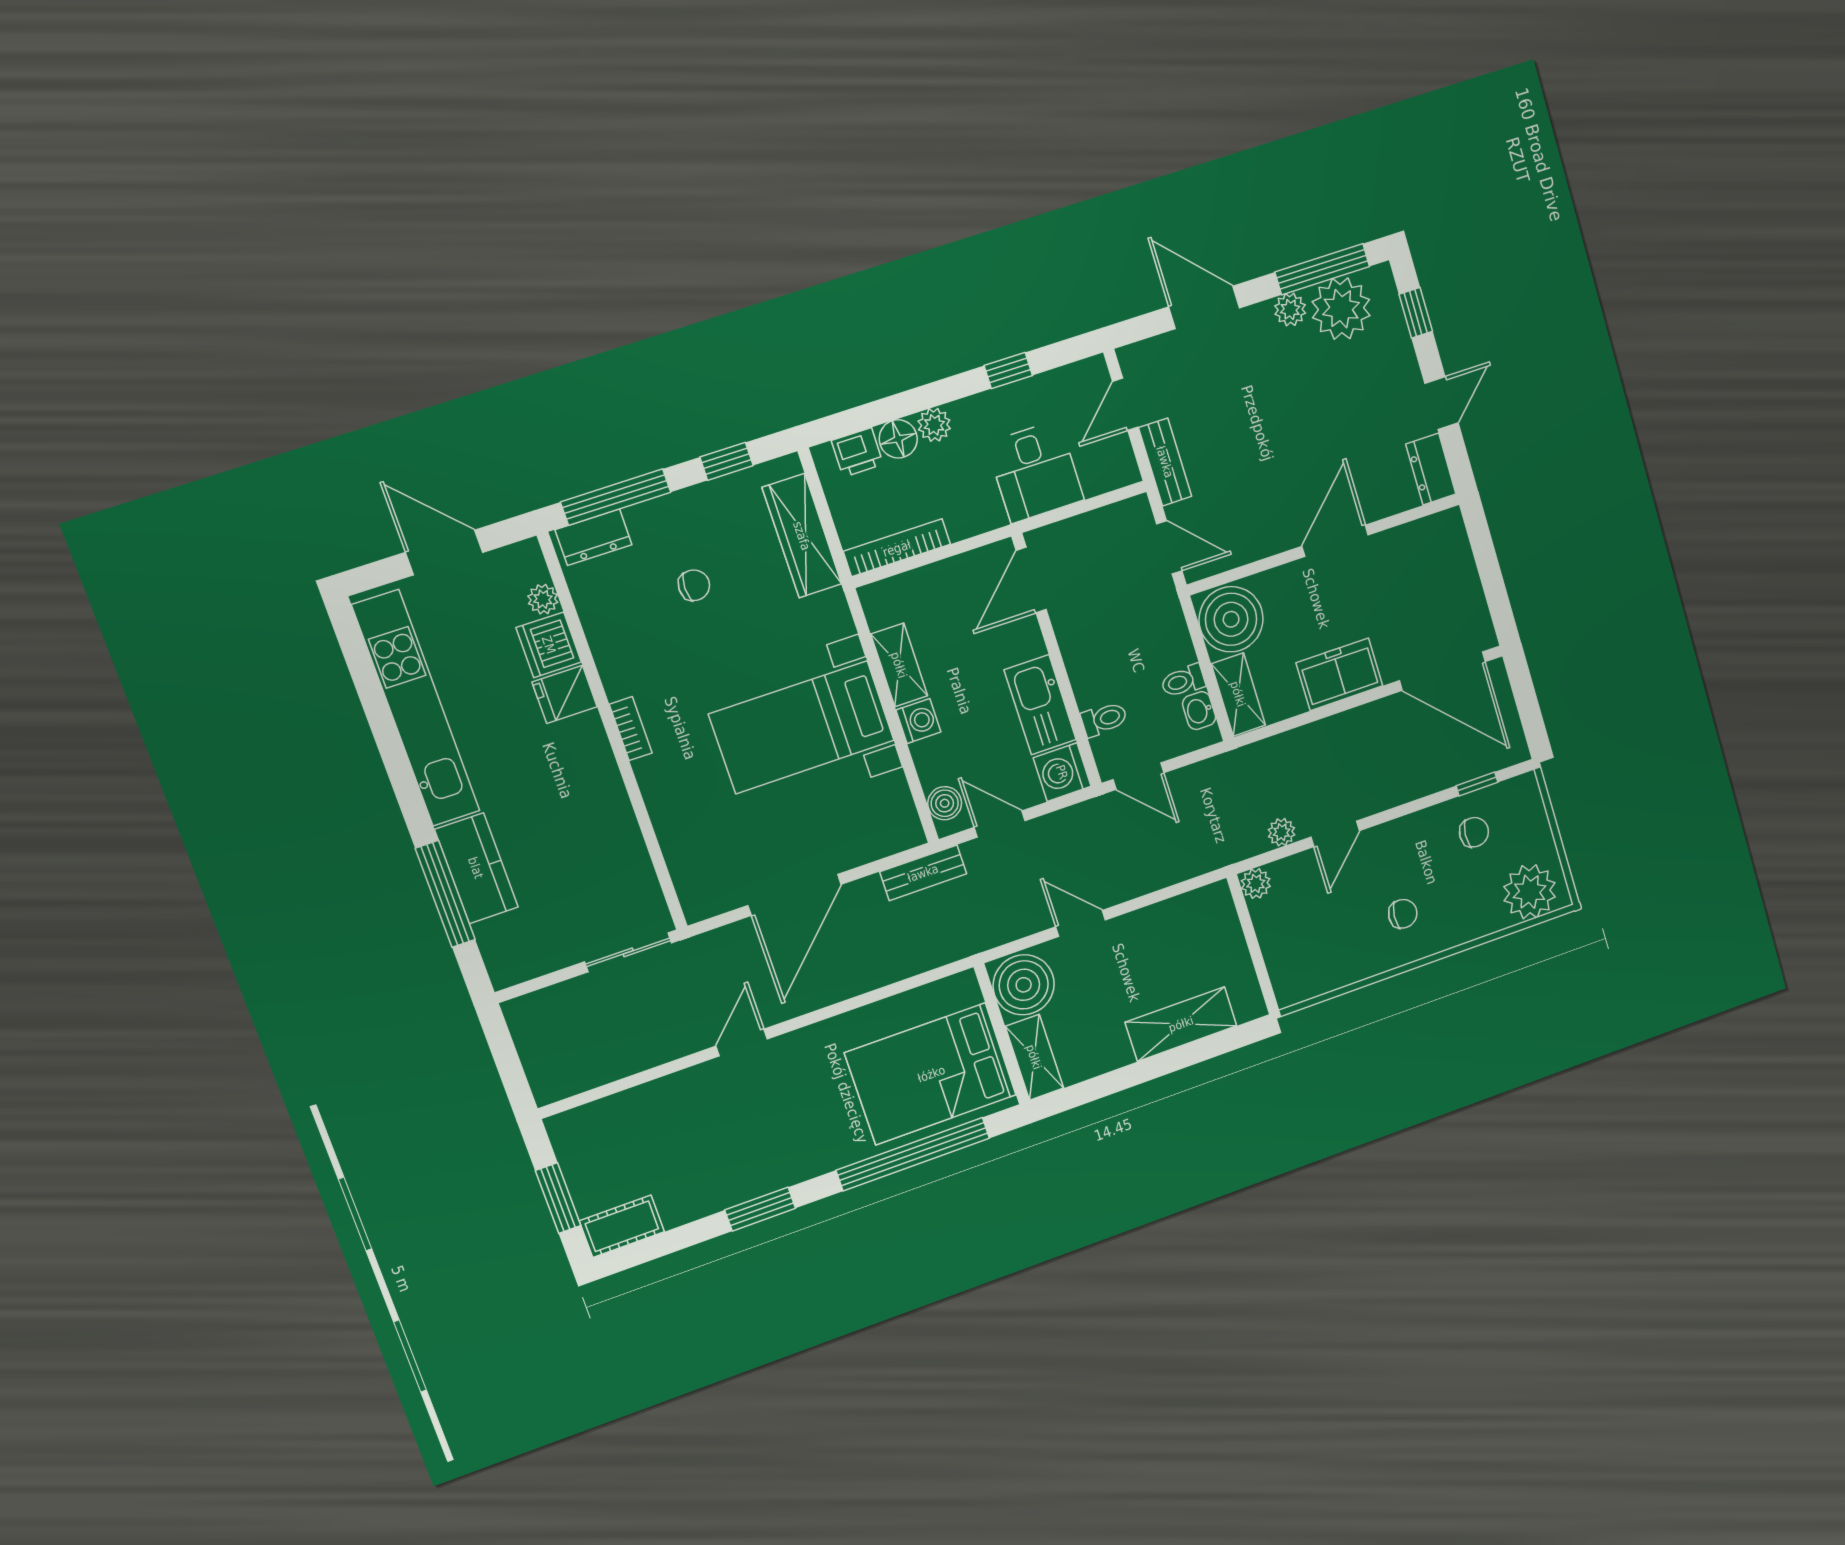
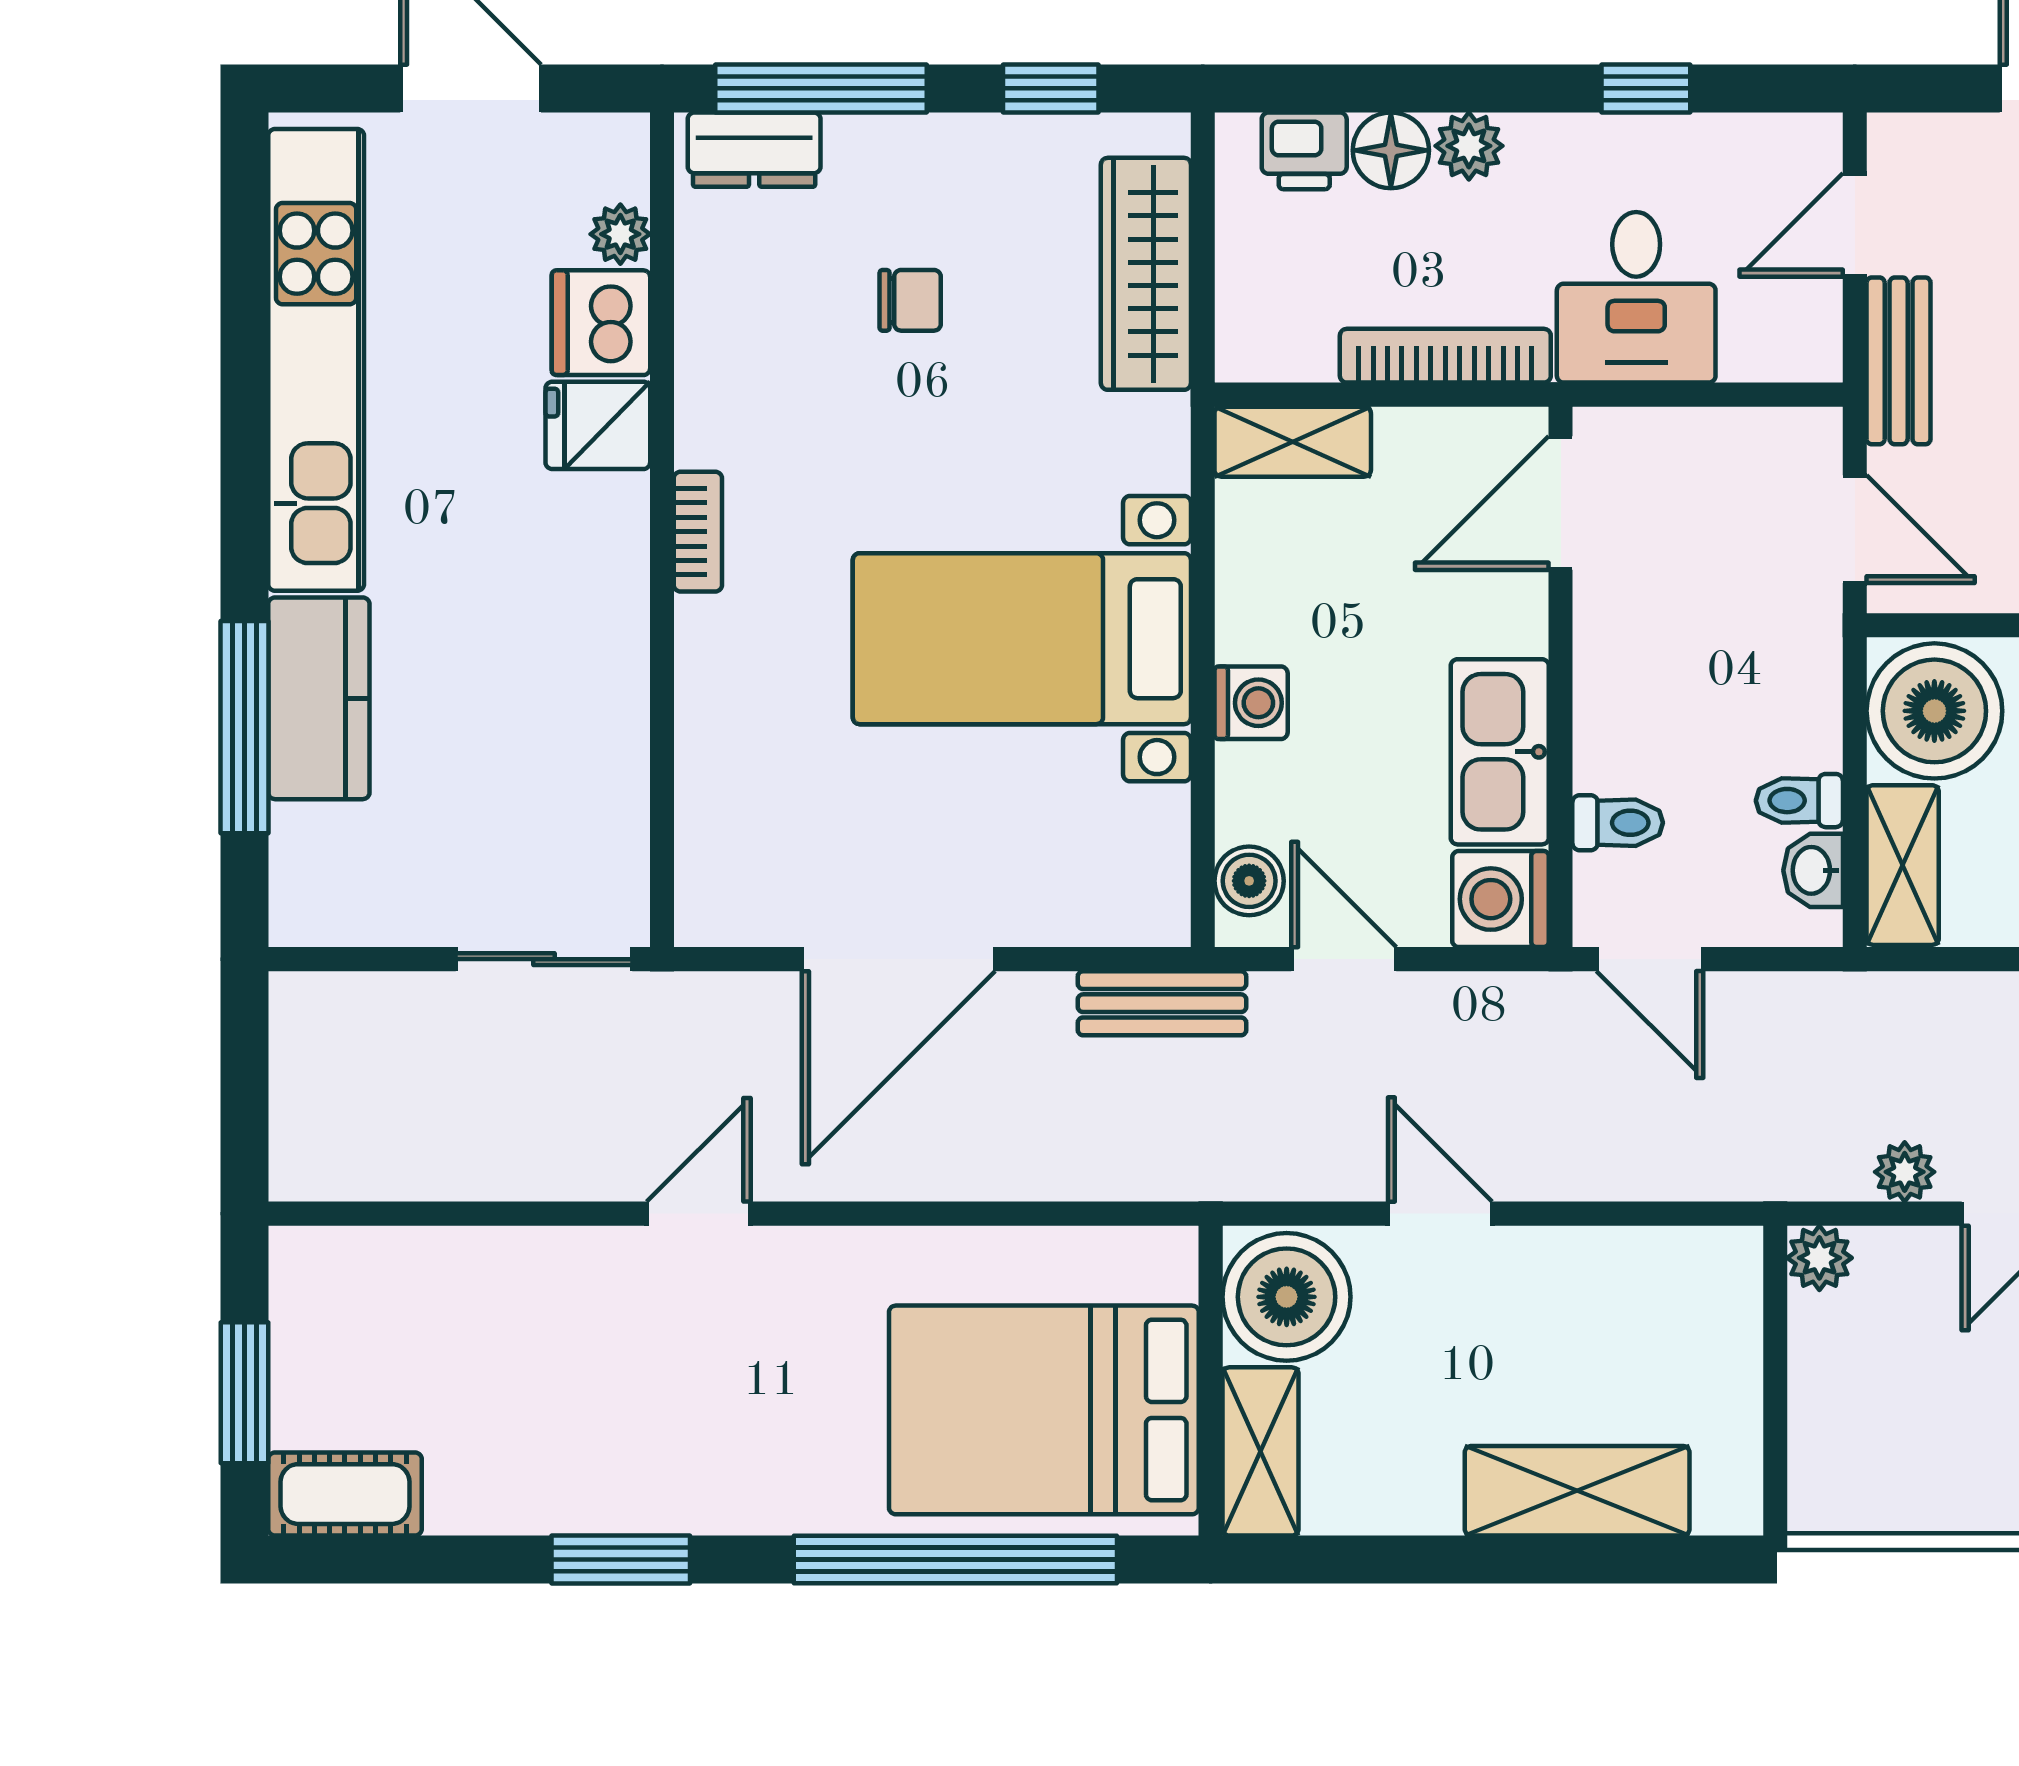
bookcase: (897, 548) -> (1445, 356), moved
shelving: (899, 665) -> (1293, 442), moved, turned 90

